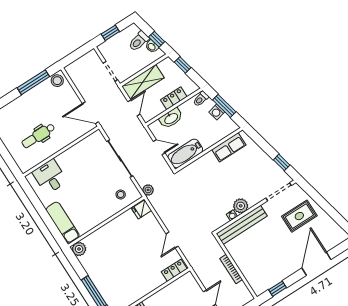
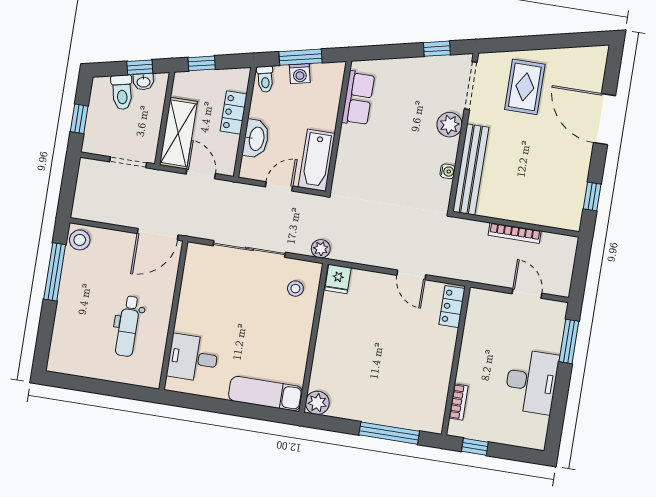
plant: (241, 206) -> (450, 125), moved

